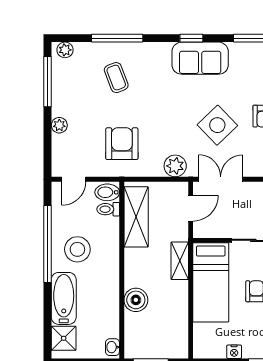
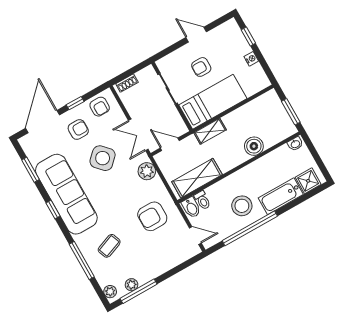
sofa: (200, 58) -> (66, 194), width x1.85, depth x1.27
plant: (59, 125) -> (131, 285), moved

